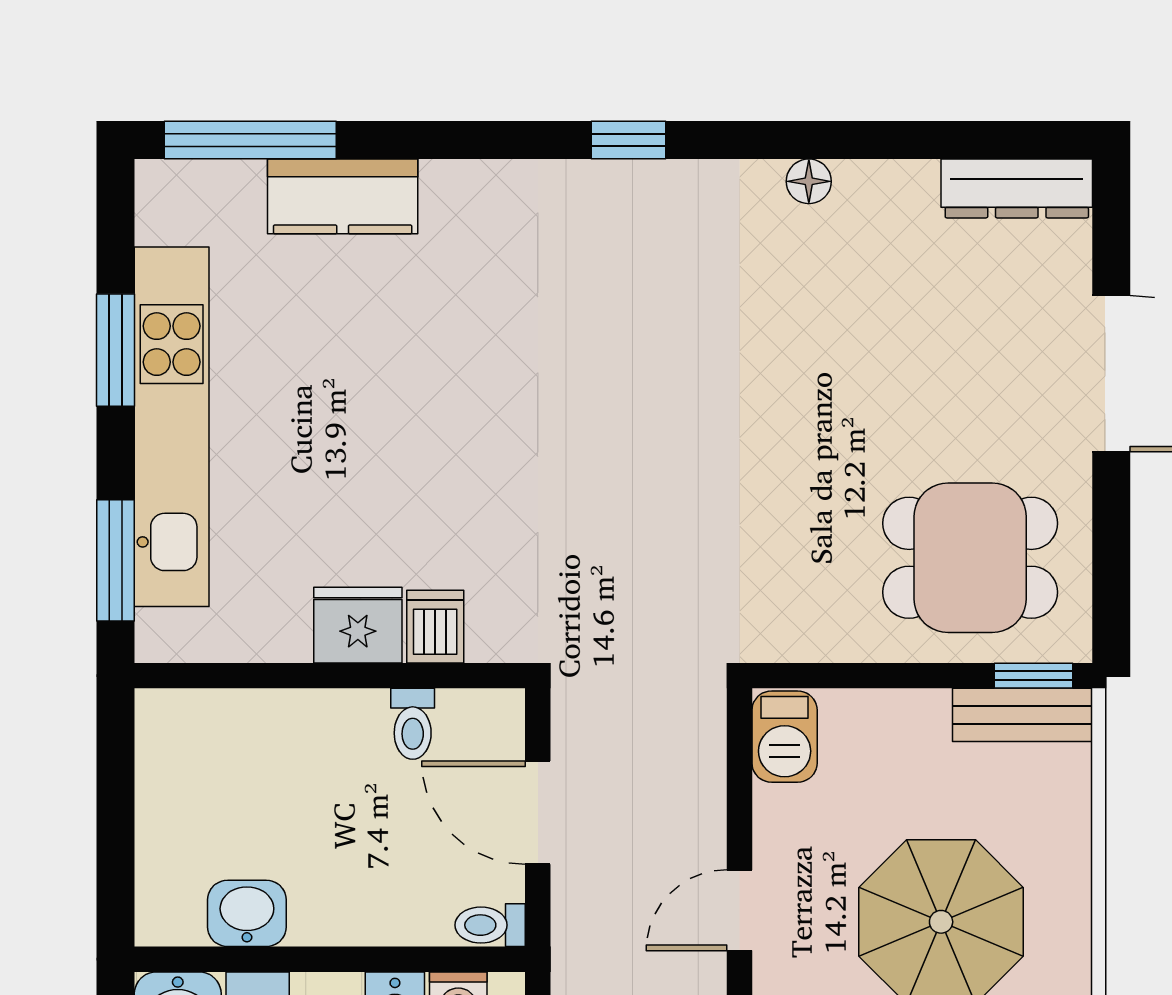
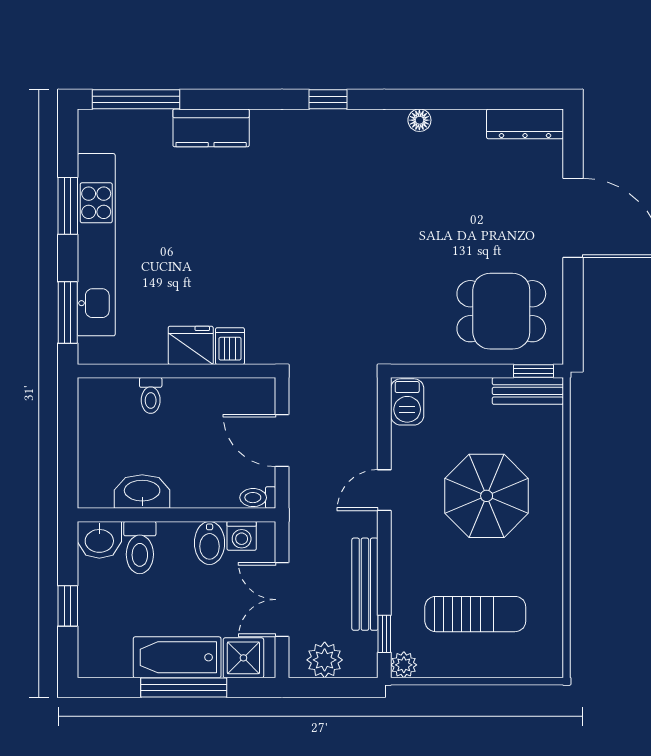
kitchen counter: (343, 196) -> (211, 128), moved
toilet: (413, 724) -> (151, 395), moved
washbasin: (247, 913) -> (142, 492), width x1.38

